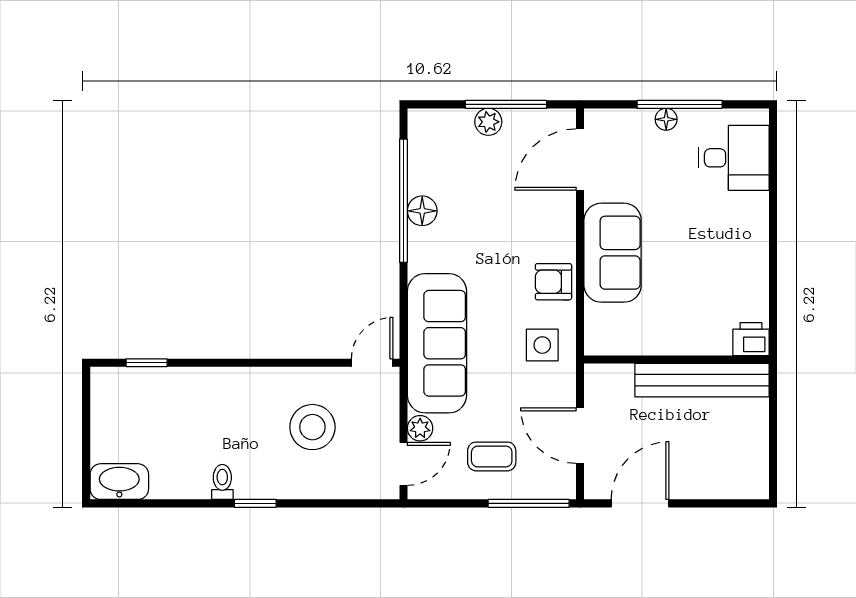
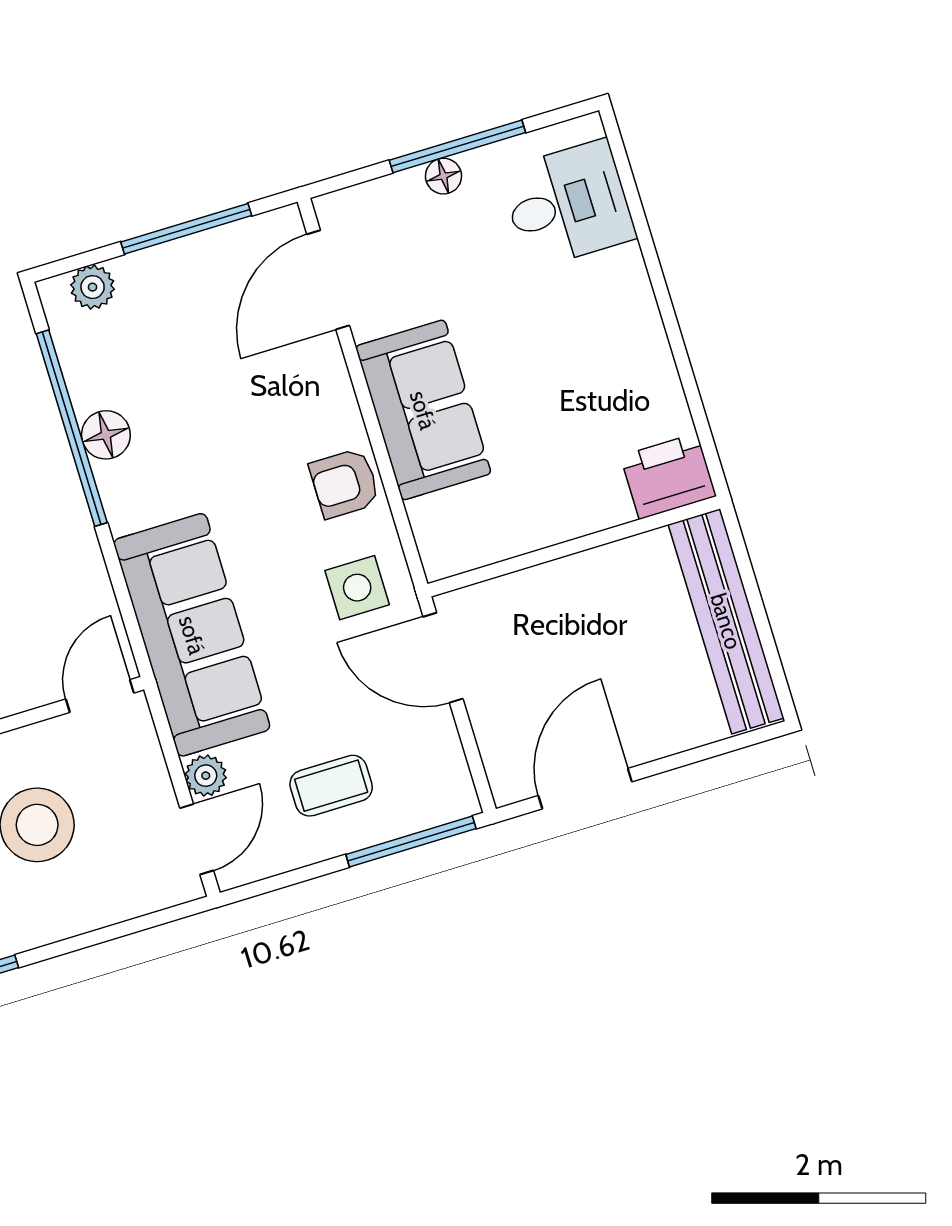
plant: (488, 122) -> (93, 287), moved
printer: (751, 339) -> (668, 476), width x1.36, depth x1.24
bench: (702, 380) -> (726, 621), moved, turned 90
door: (580, 436) -> (443, 658), moved

